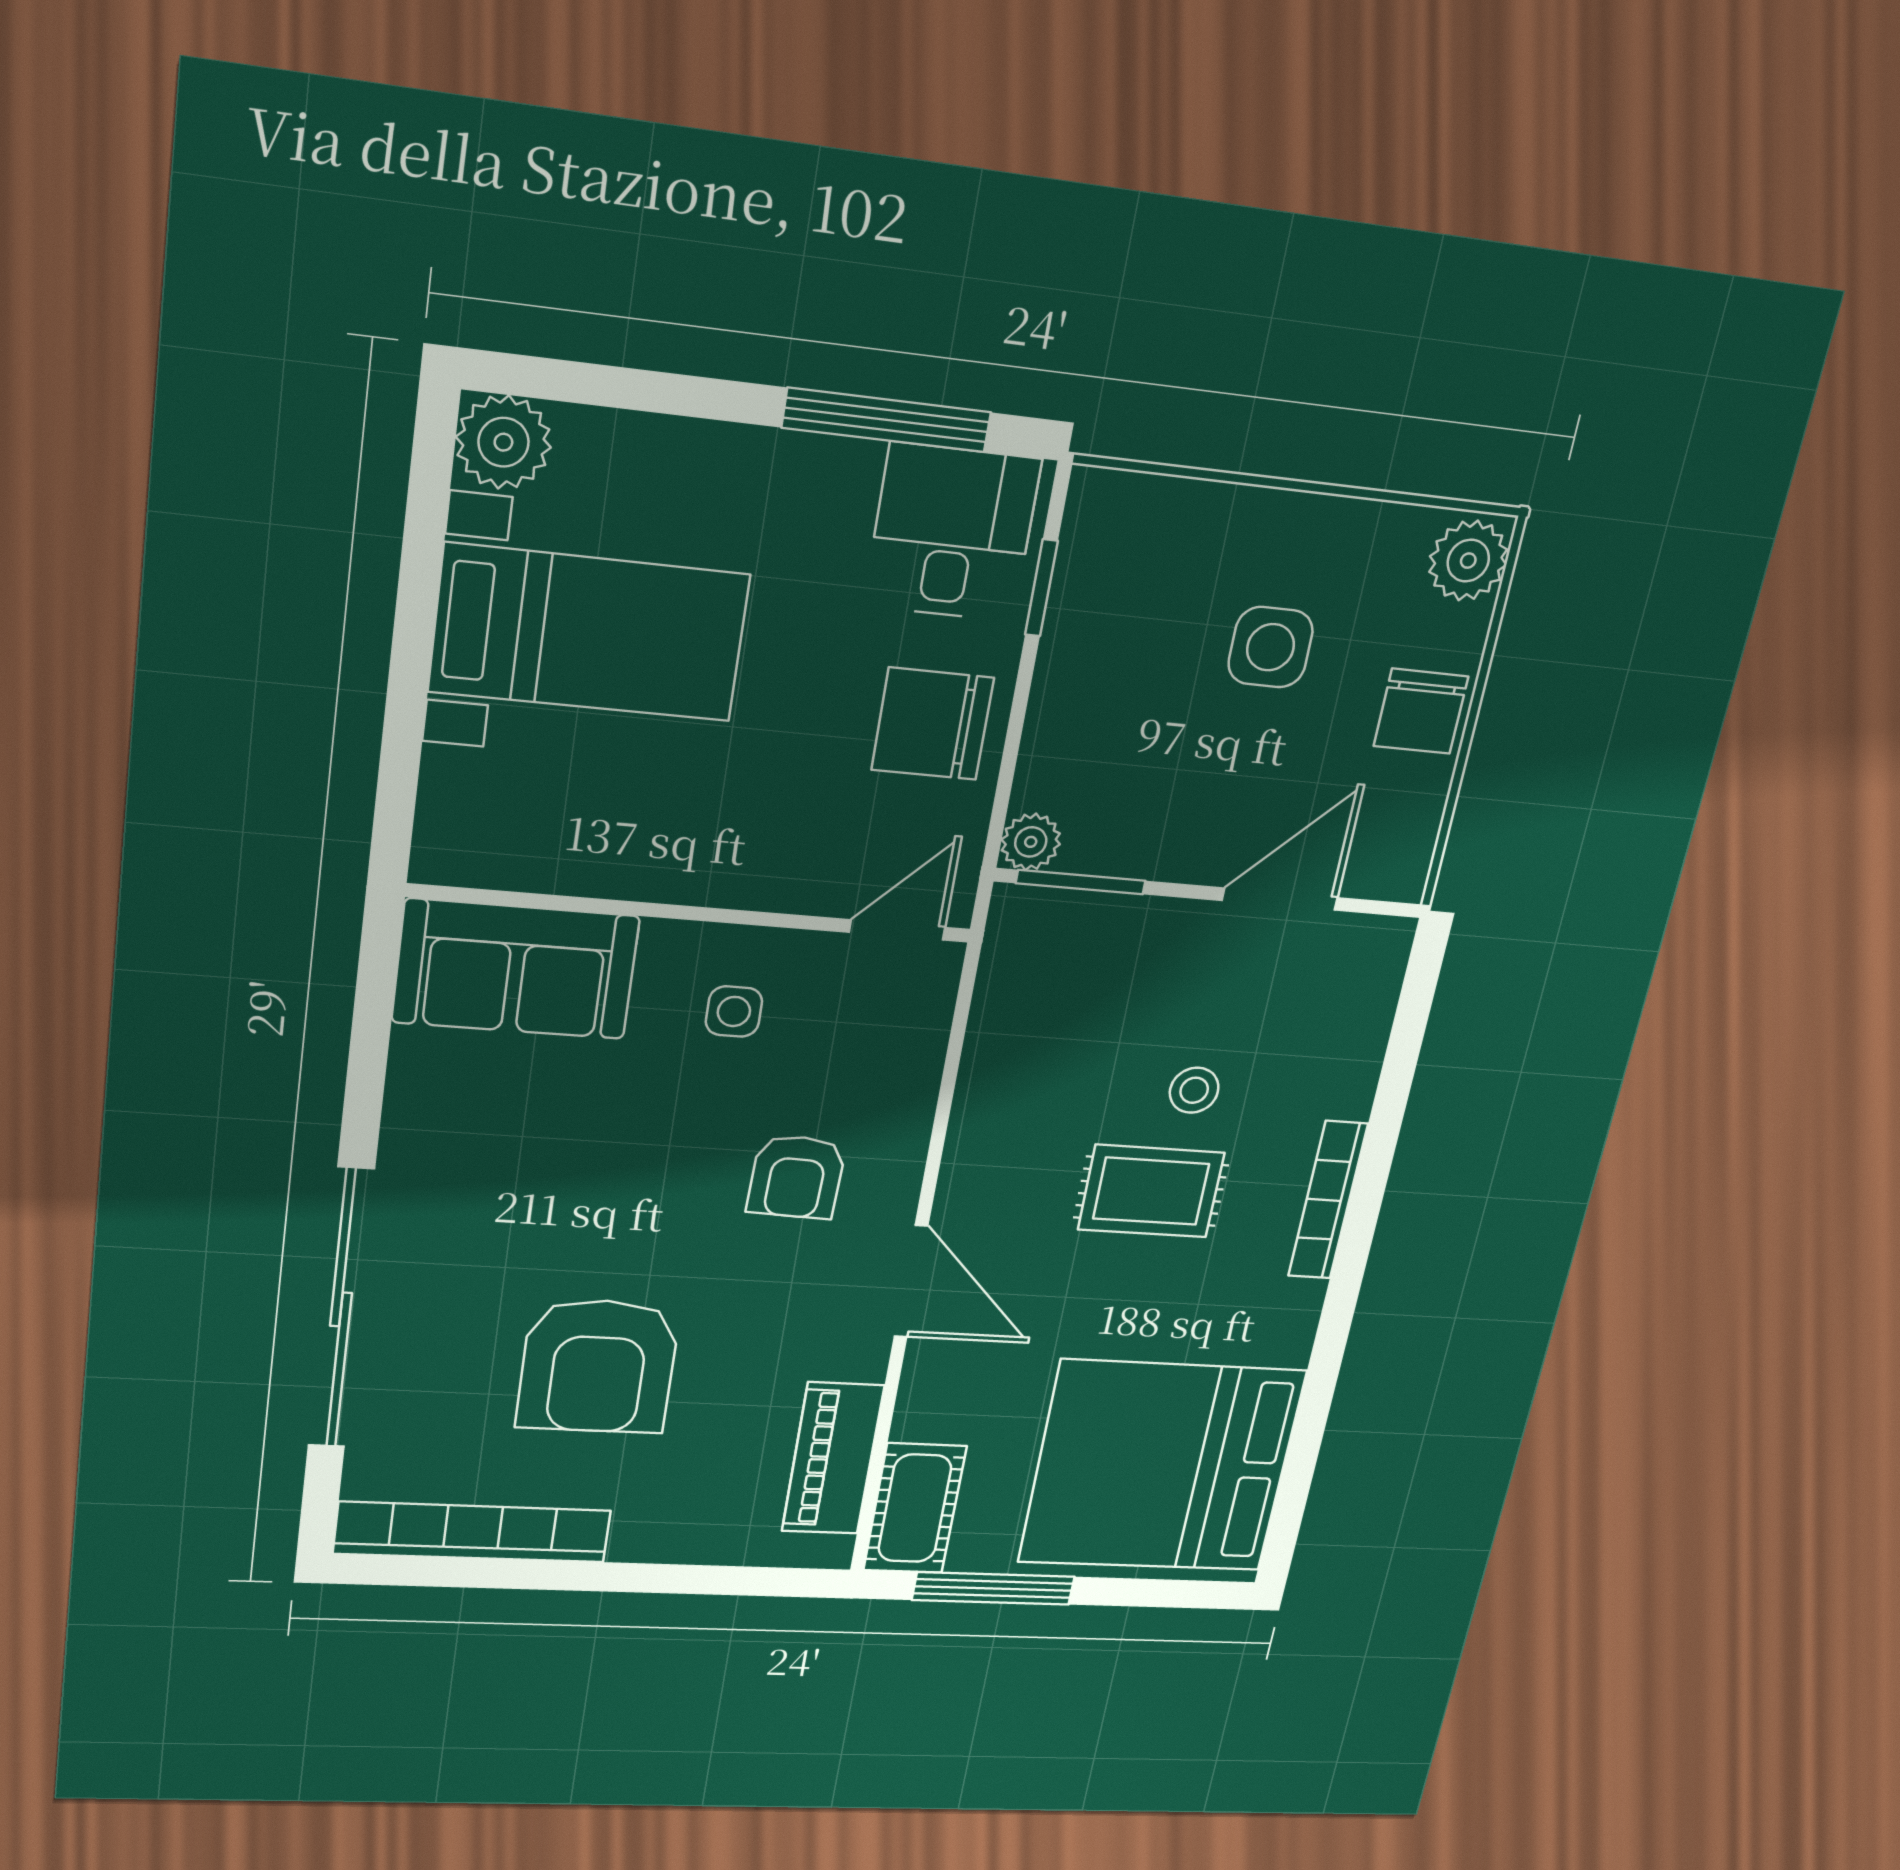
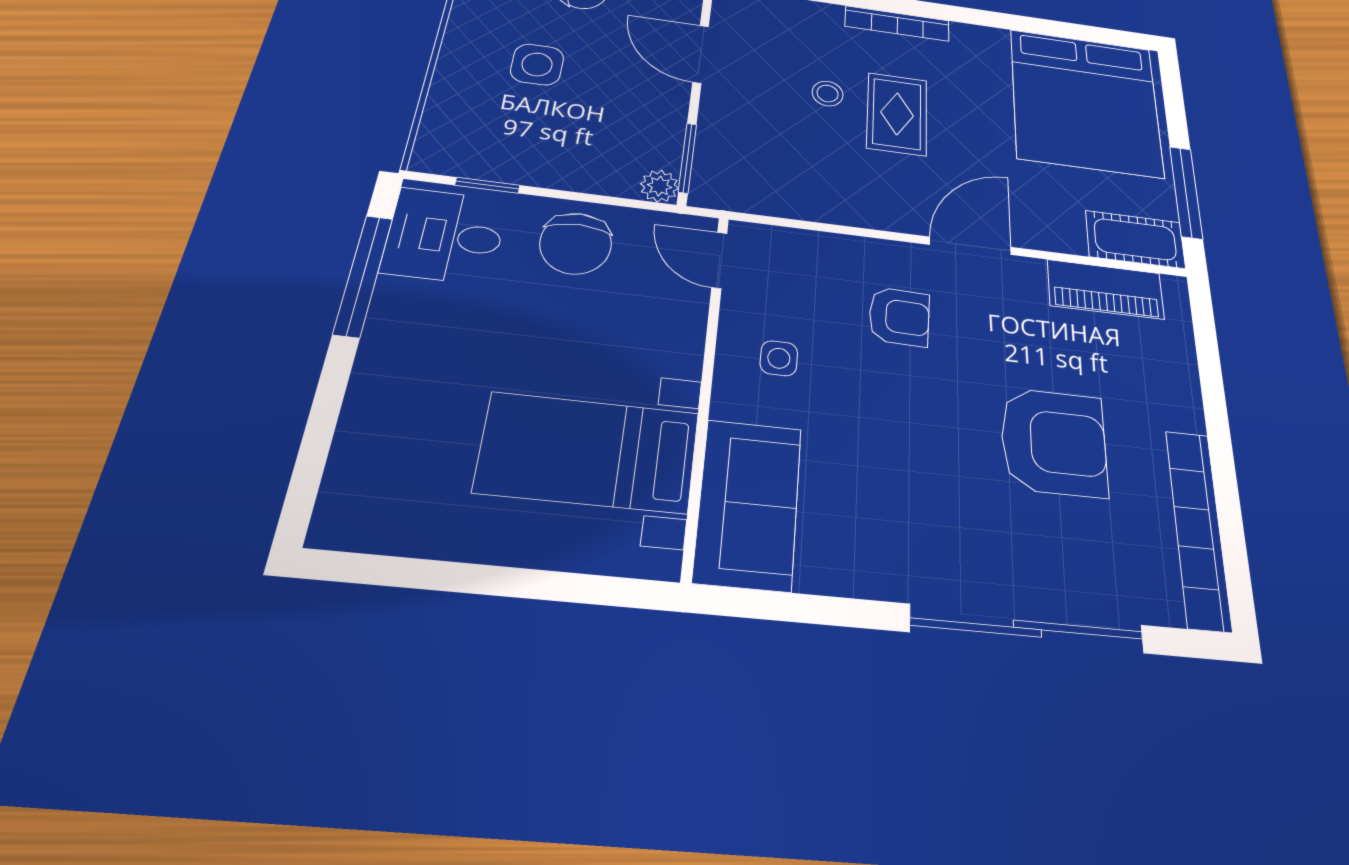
plant: (503, 442) -> (346, 518), removed
bed with nightstands: (589, 633) -> (588, 452), moved, turned -90

